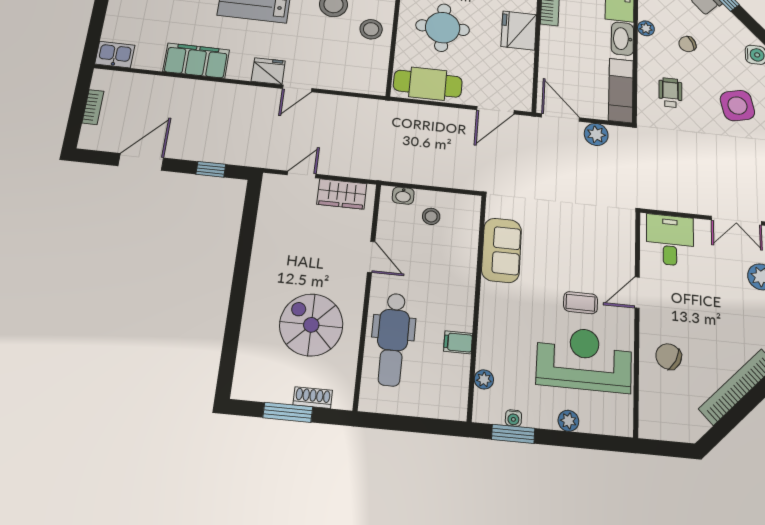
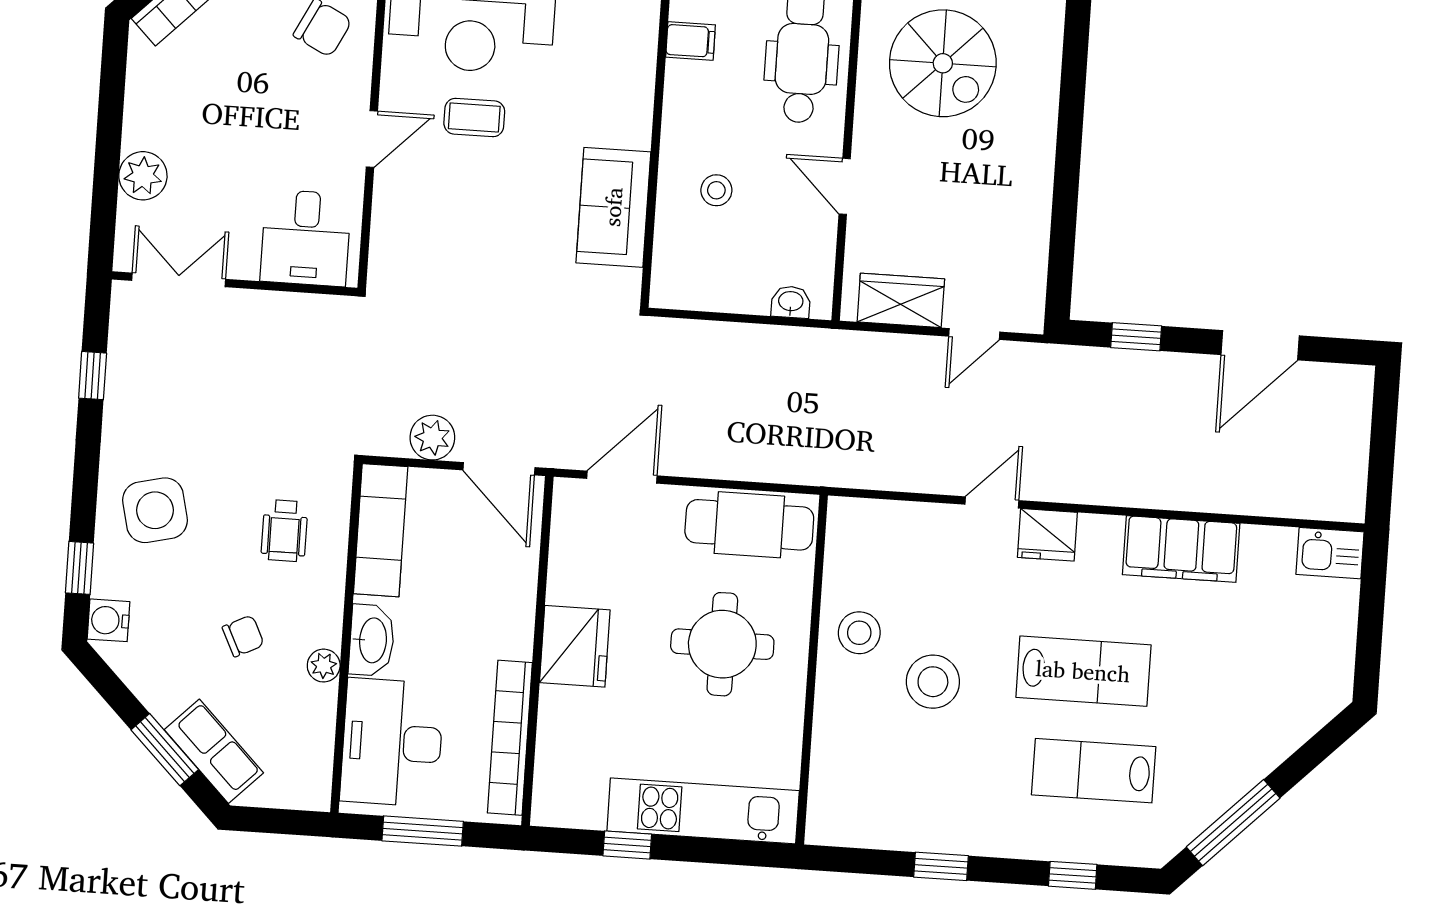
bookcase: (93, 107) -> (1356, 446), removed
stool: (431, 216) -> (716, 190), moved

